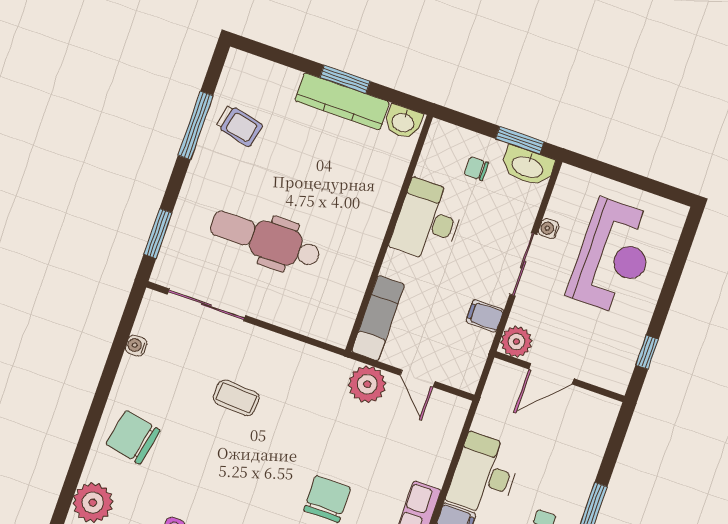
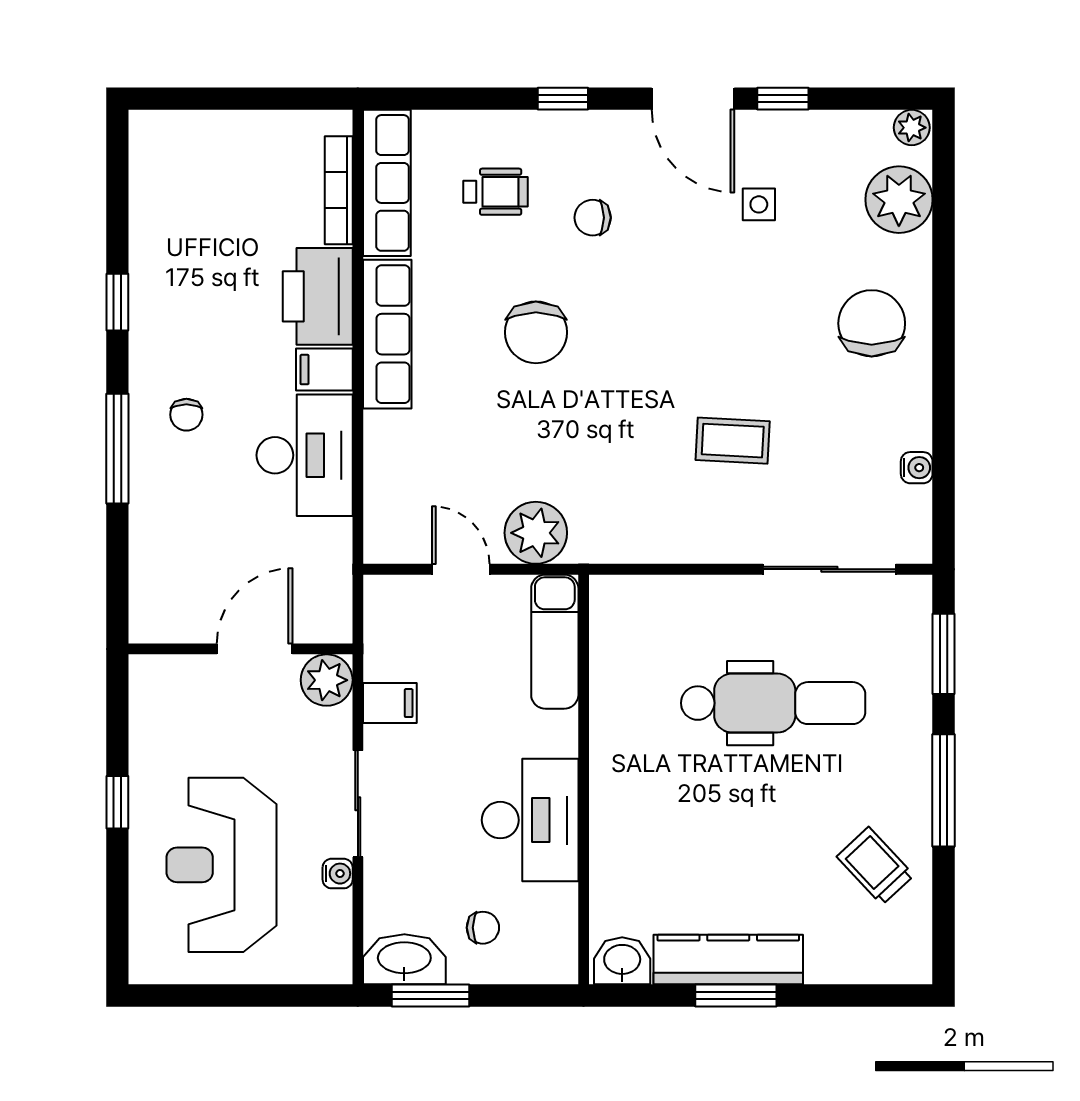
window: (196, 125) -> (944, 790), moved
trolley: (239, 126) -> (875, 866), turned 34
window: (647, 352) -> (117, 802), moved
chair: (133, 437) -> (872, 323), turned -102

